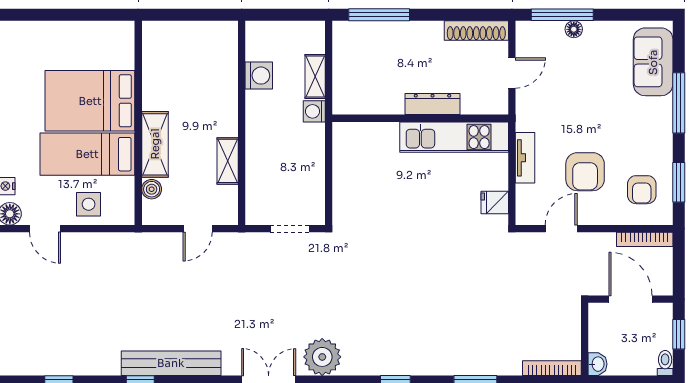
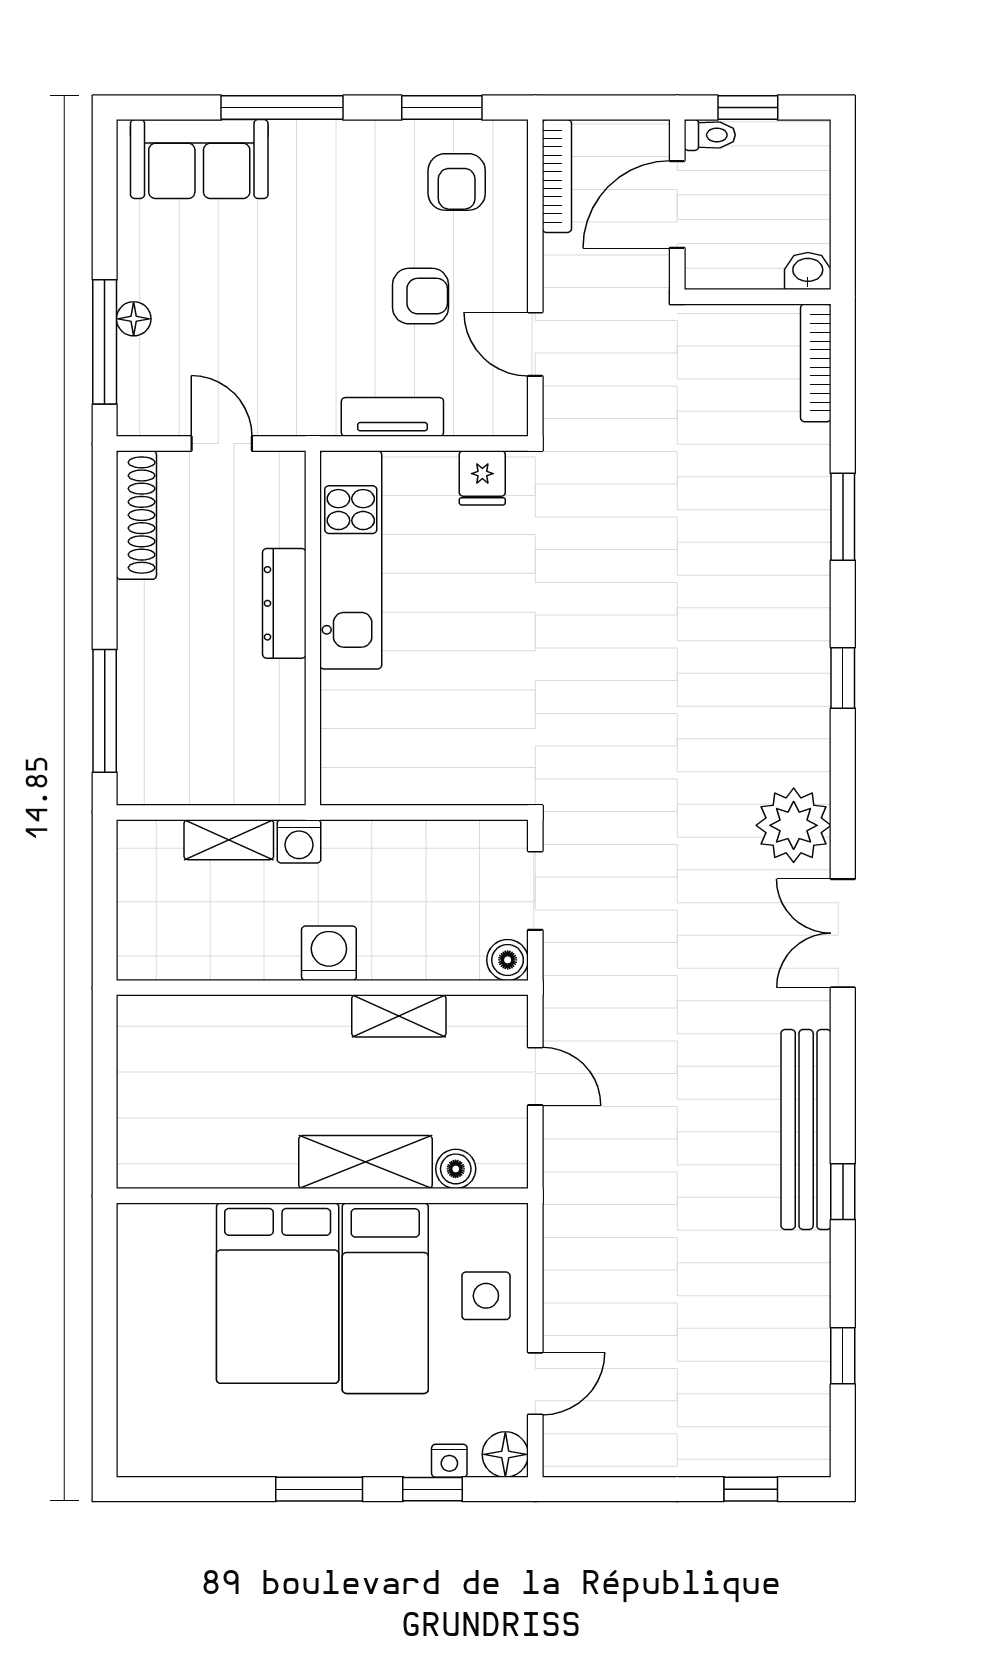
washing machine: (259, 76) -> (329, 953), moved
armchair: (585, 172) -> (421, 296), width x0.72, depth x0.72
armchair: (642, 190) -> (457, 182), turned 90
boiler: (255, 215) -> (508, 960), added
toilet: (665, 363) -> (710, 135), moved, turned 180

